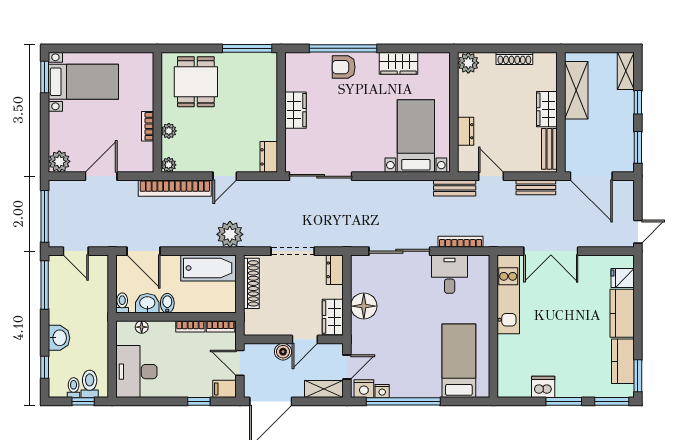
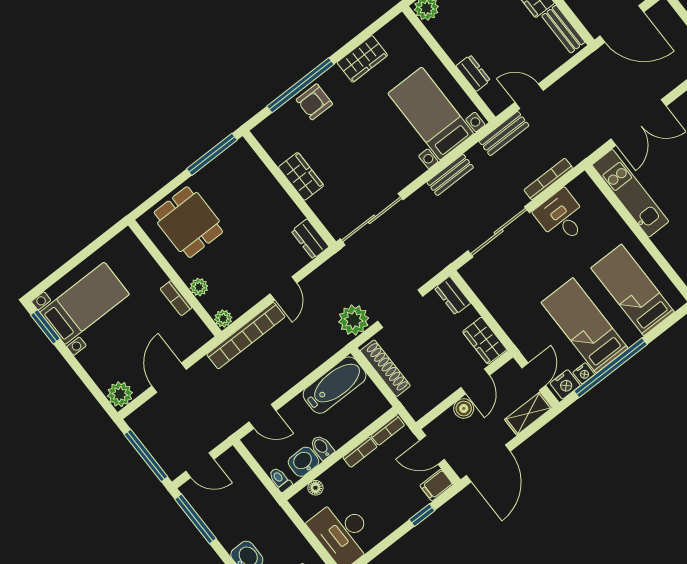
bench: (536, 187) -> (450, 175), moved
plant: (230, 234) -> (354, 320), moved
door: (144, 251) -> (262, 416), width x0.73
floor lamp: (364, 306) -> (505, 308), removed
bed: (408, 359) -> (585, 325), added

